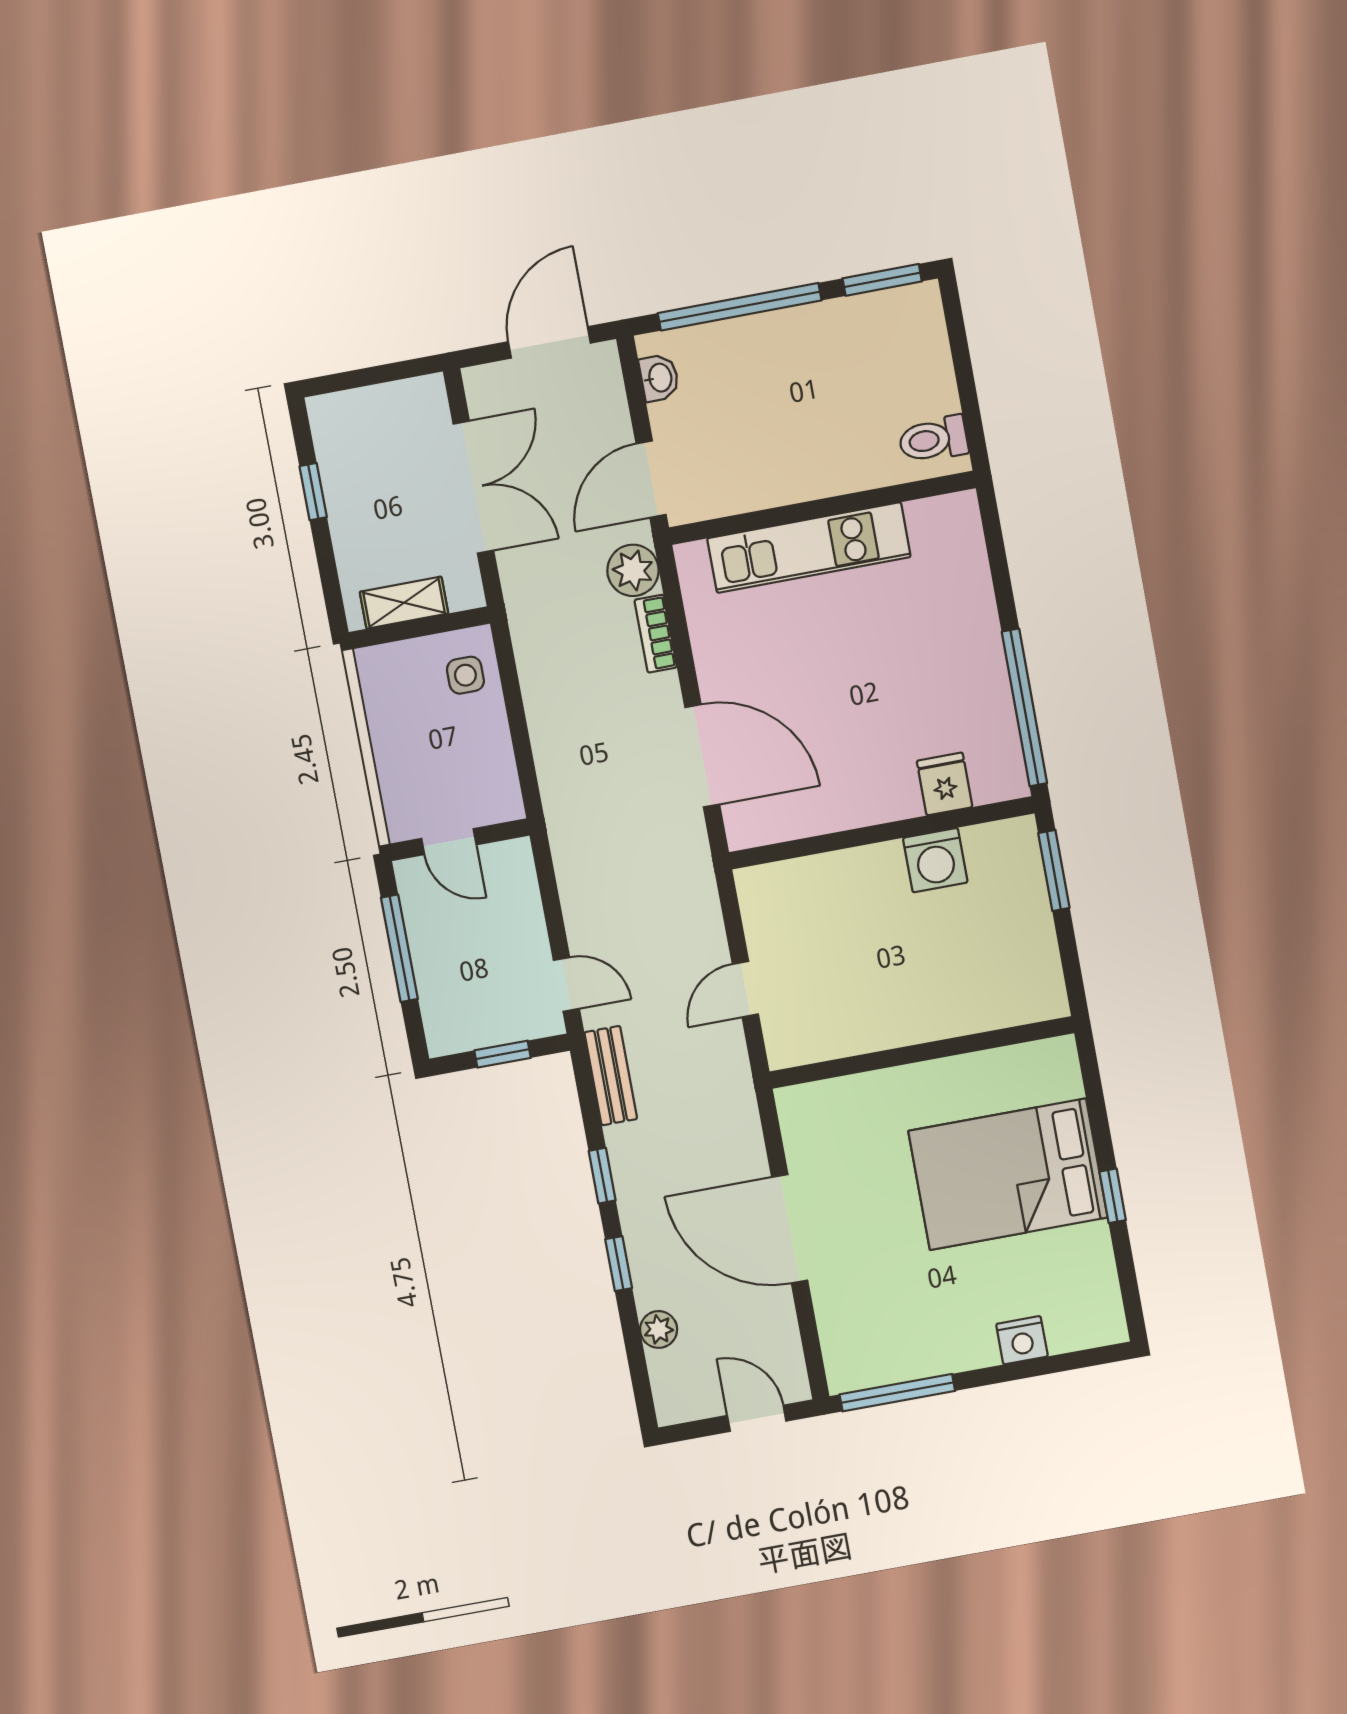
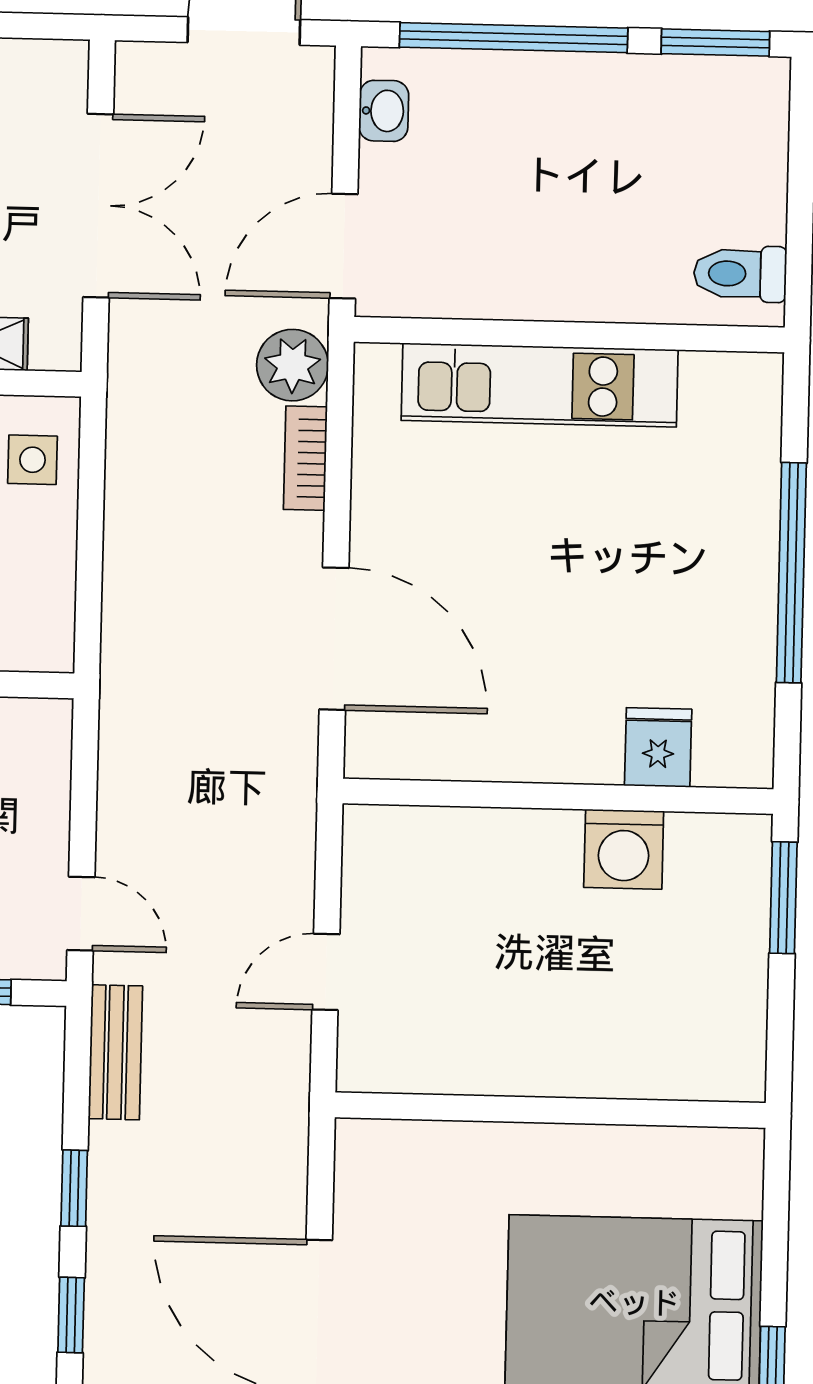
window: (1024, 708) -> (791, 573), moved

